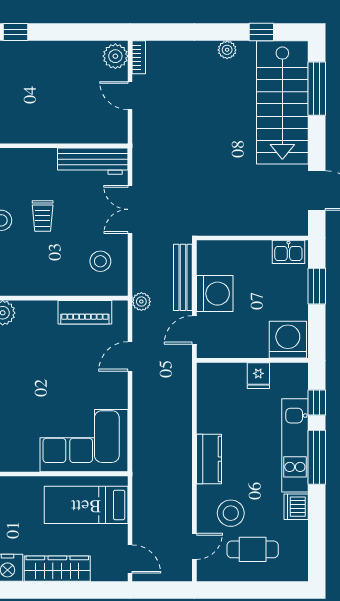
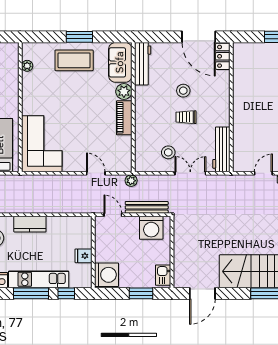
stool: (100, 261) -> (168, 152), moved
washing machine: (215, 294) -> (151, 228), moved
piano: (85, 312) -> (124, 118), moved

